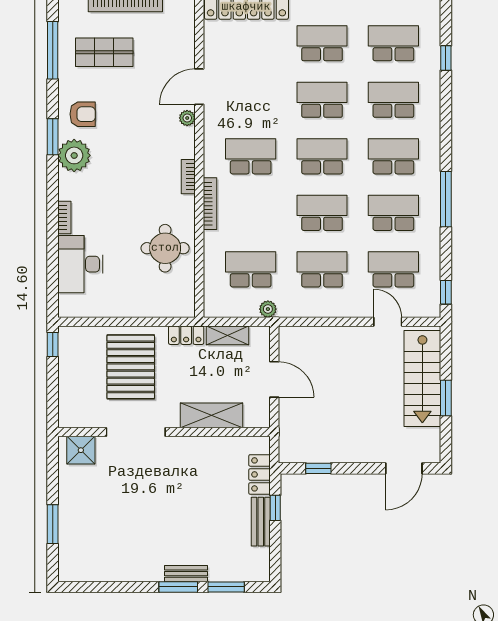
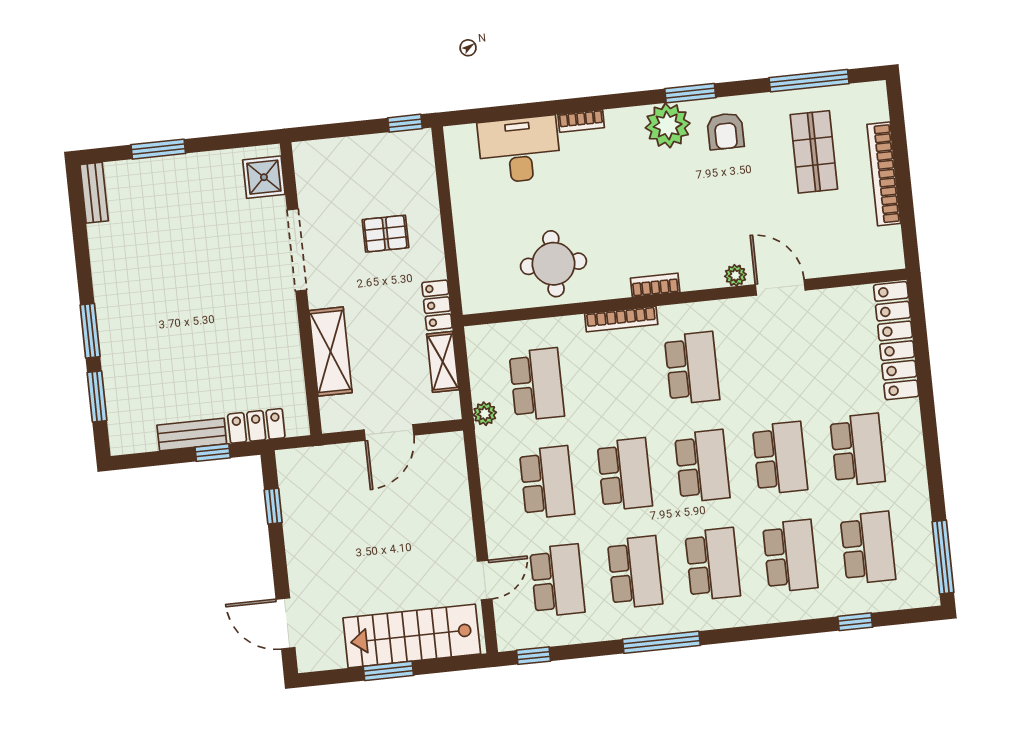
pallet: (131, 367) -> (385, 234), width x0.49, depth x0.50
bench: (186, 574) -> (94, 193), moved

